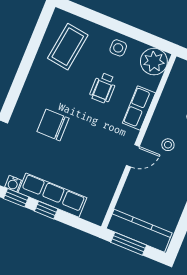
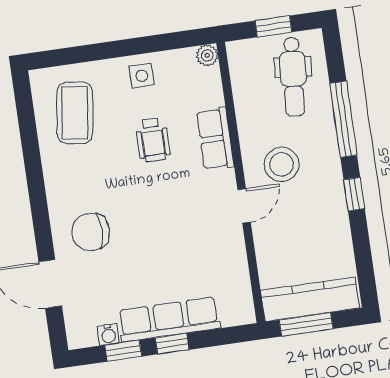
plant: (154, 62) -> (207, 55), width x0.53, depth x0.53
chair: (53, 125) -> (91, 232), moved
stool: (168, 145) -> (282, 164), width x1.89, depth x1.89

